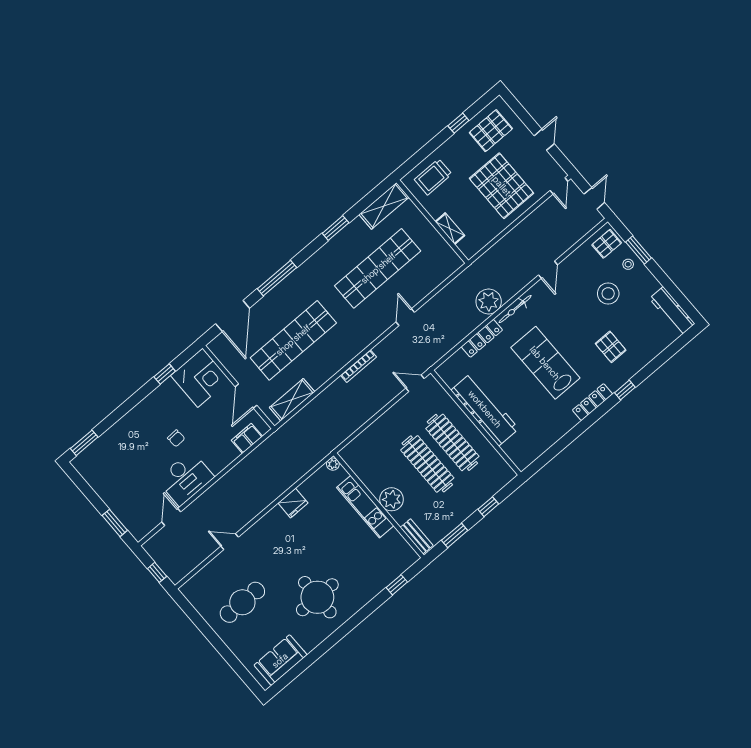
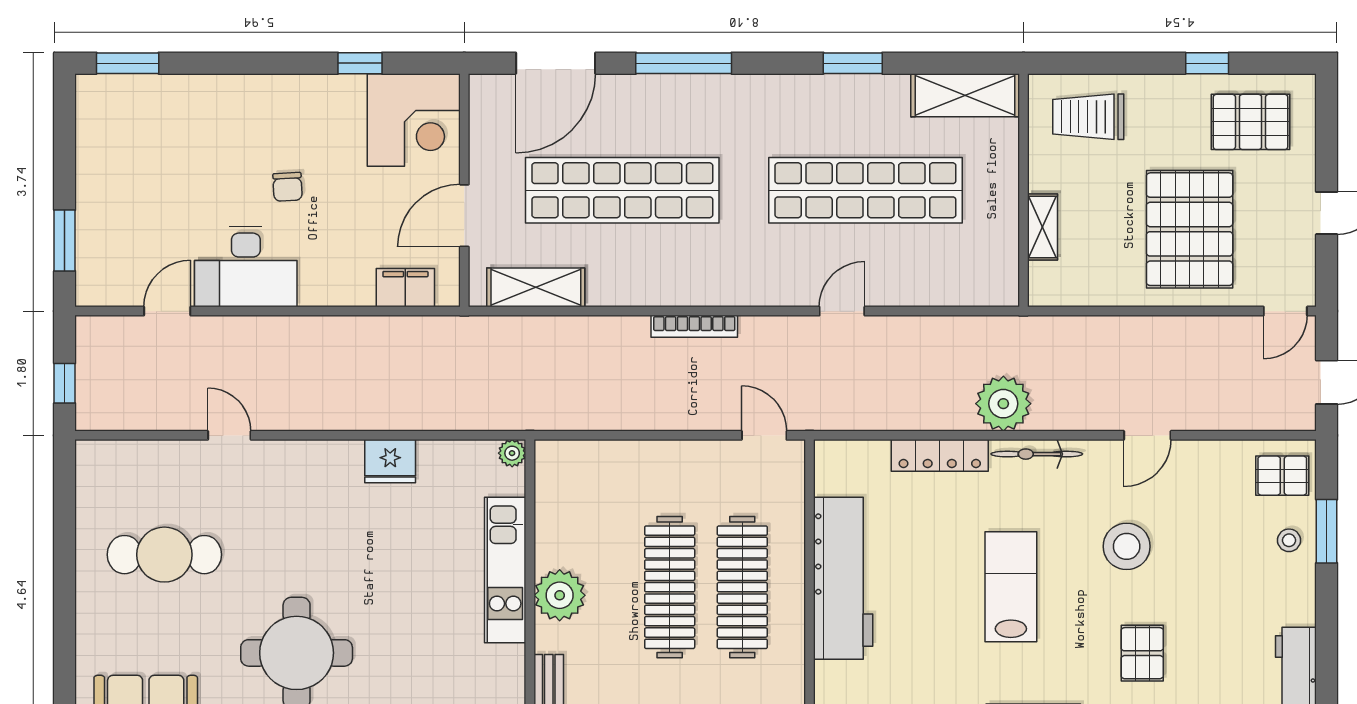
stool: (608, 294) -> (1127, 546), moved
lab bench: (545, 363) -> (1011, 587), width x0.73, depth x0.72

